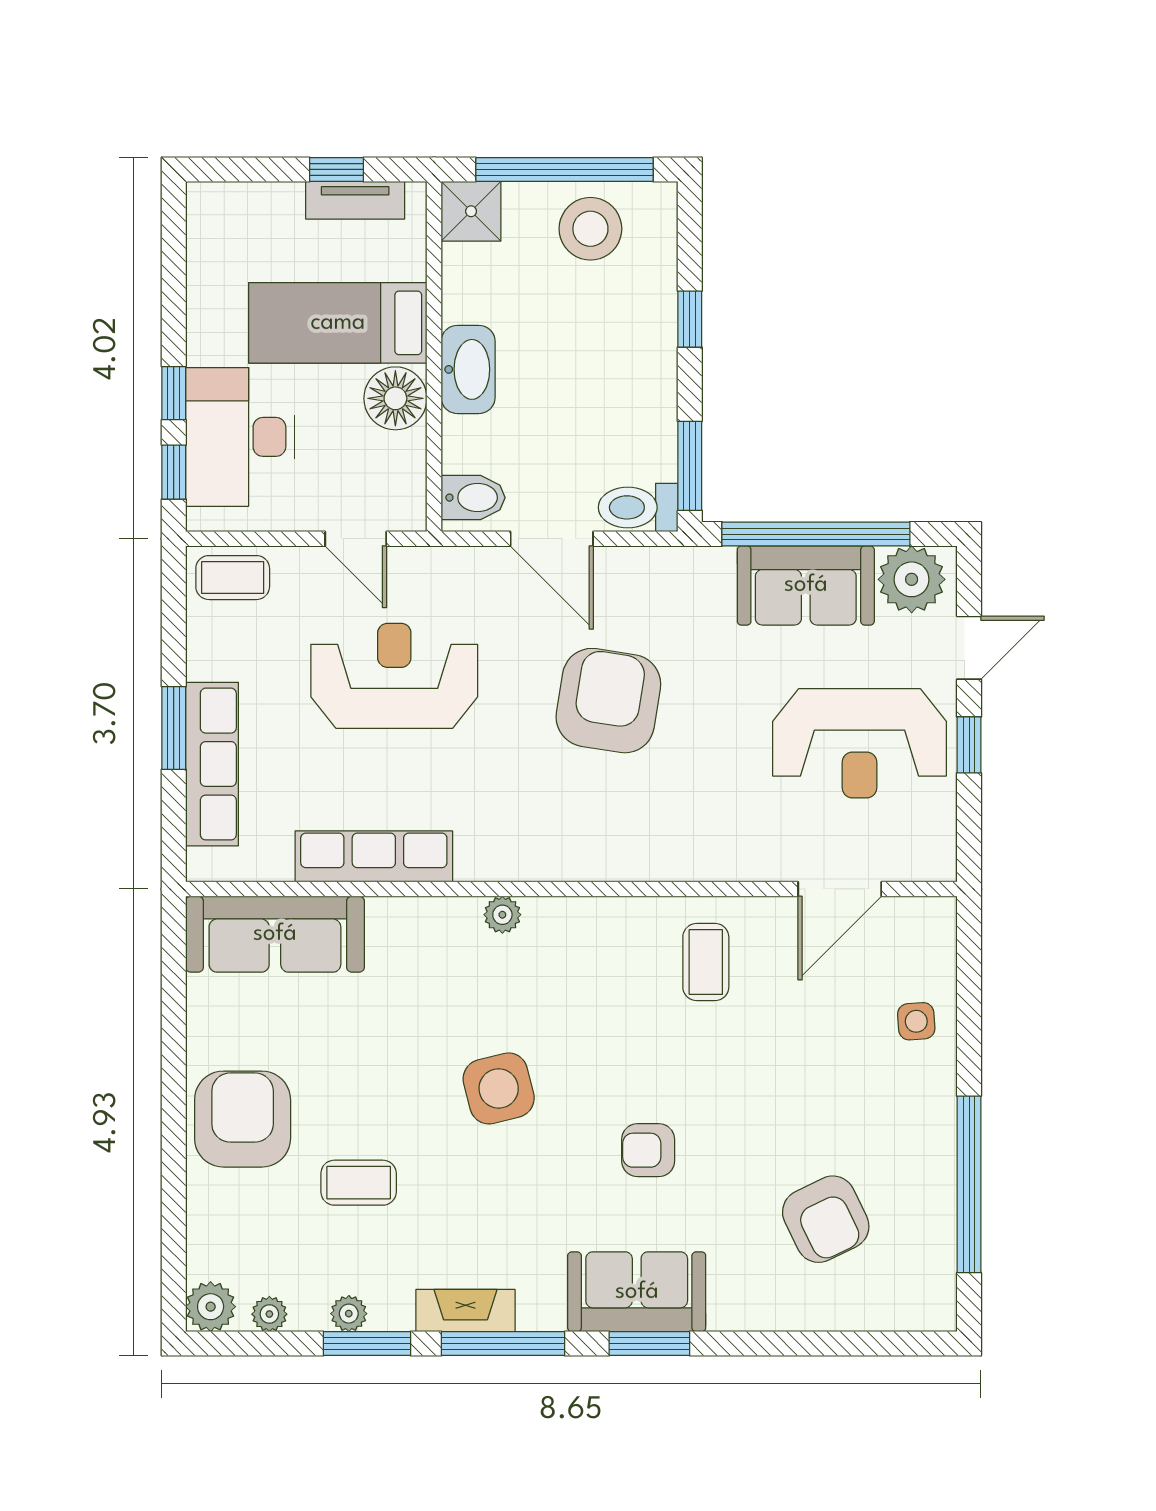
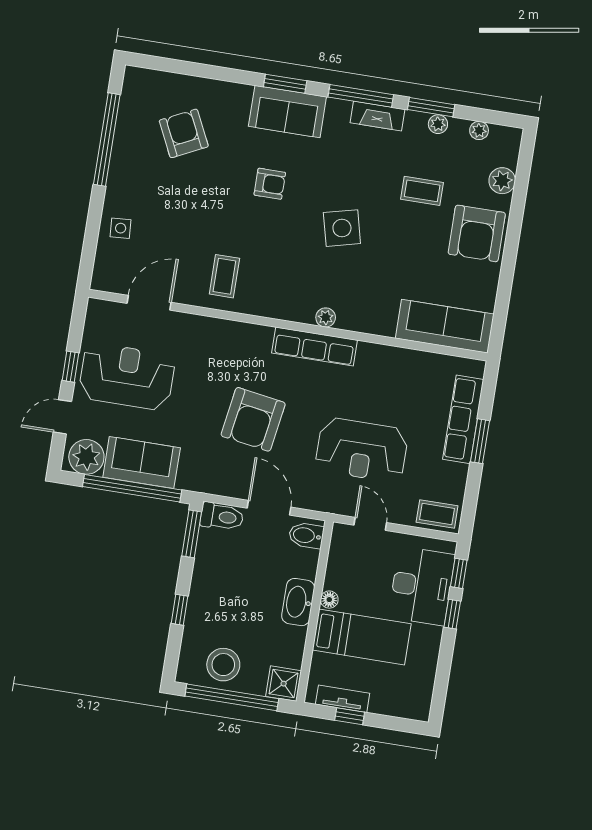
floor lamp: (395, 398) -> (329, 600), width x0.53, depth x0.53
row of seats: (374, 856) -> (314, 347), moved
plant: (211, 1307) -> (502, 181), moved

